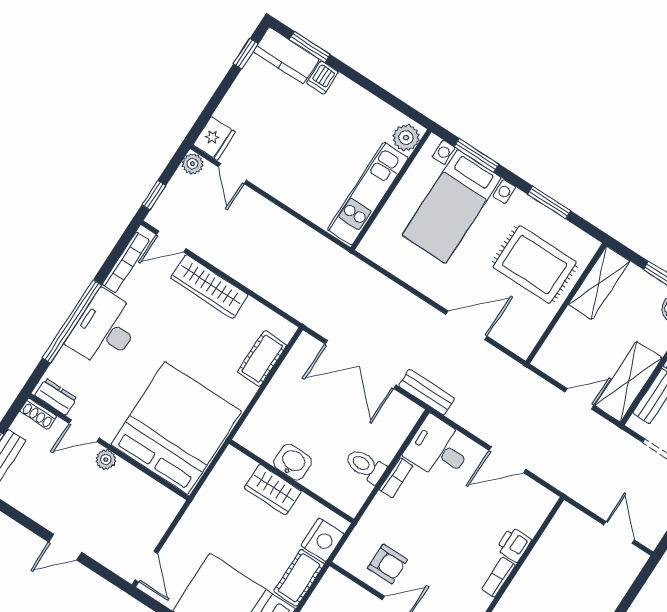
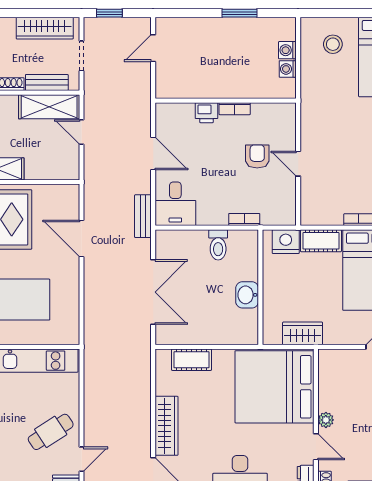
cafe table: (283, 160) -> (51, 432), added
bench: (427, 392) -> (143, 216), moved
bookcase: (396, 478) -> (244, 220), moved
wardrobe: (273, 490) -> (303, 333), moved, turned -90
armchair: (388, 564) -> (257, 156), moved

